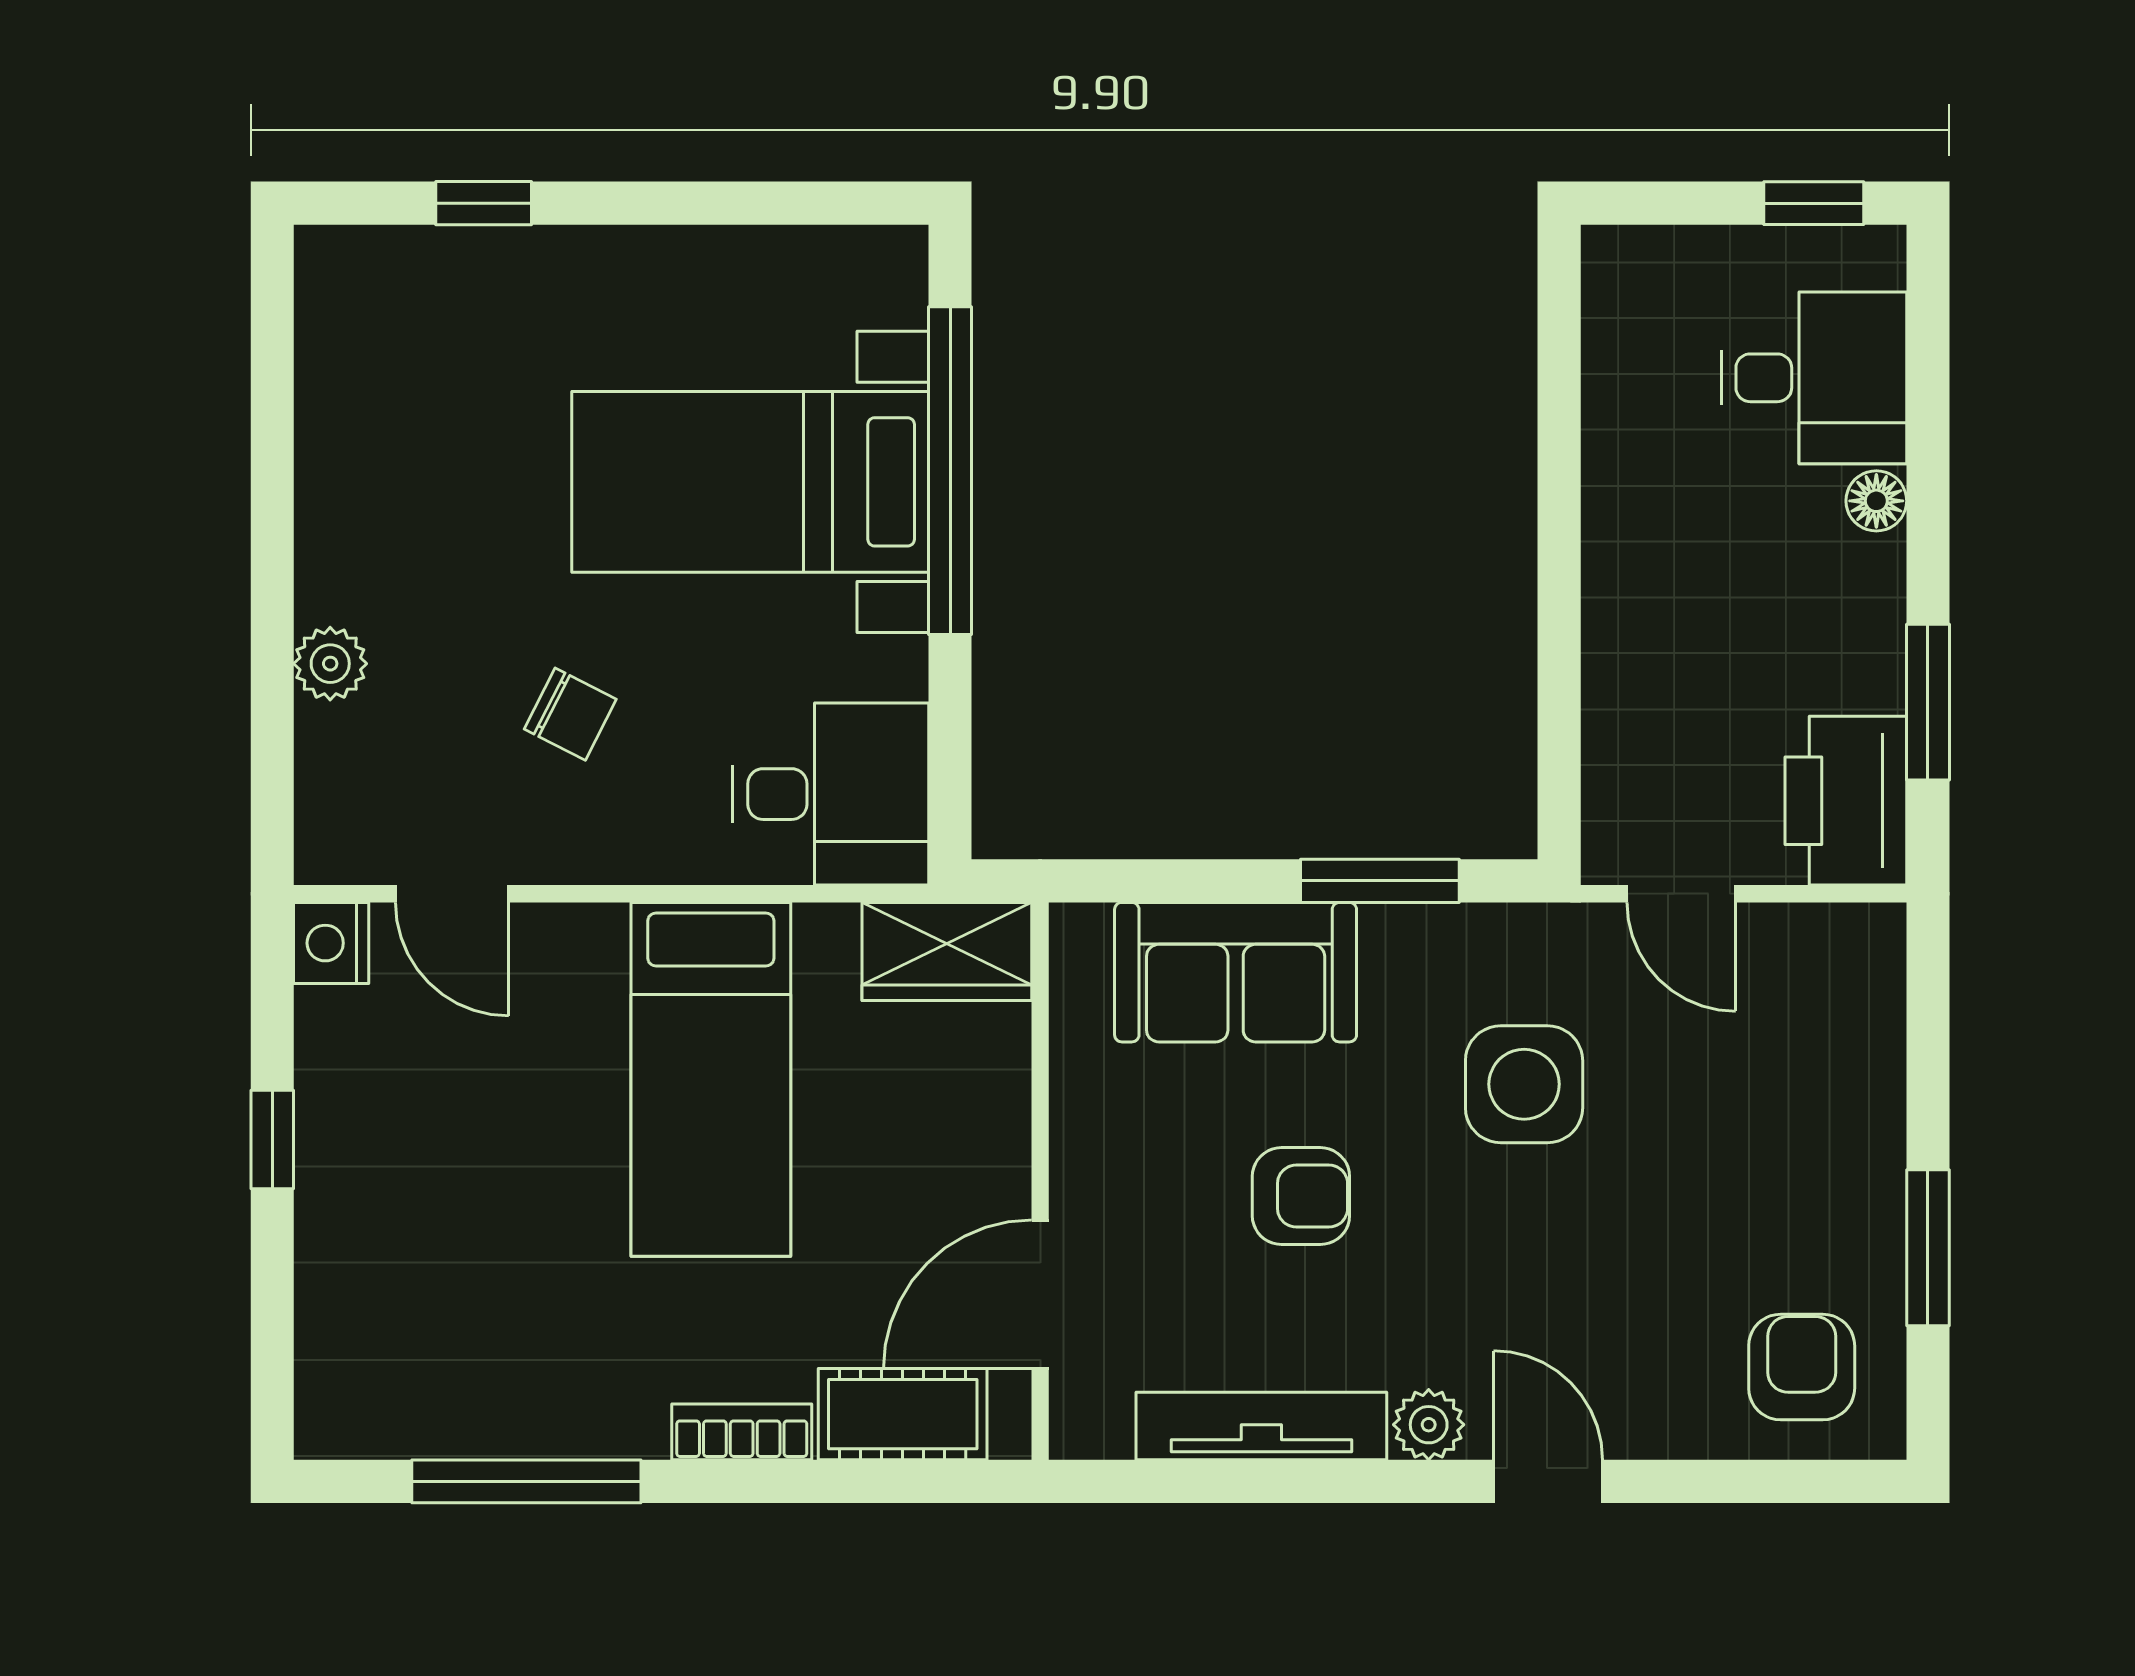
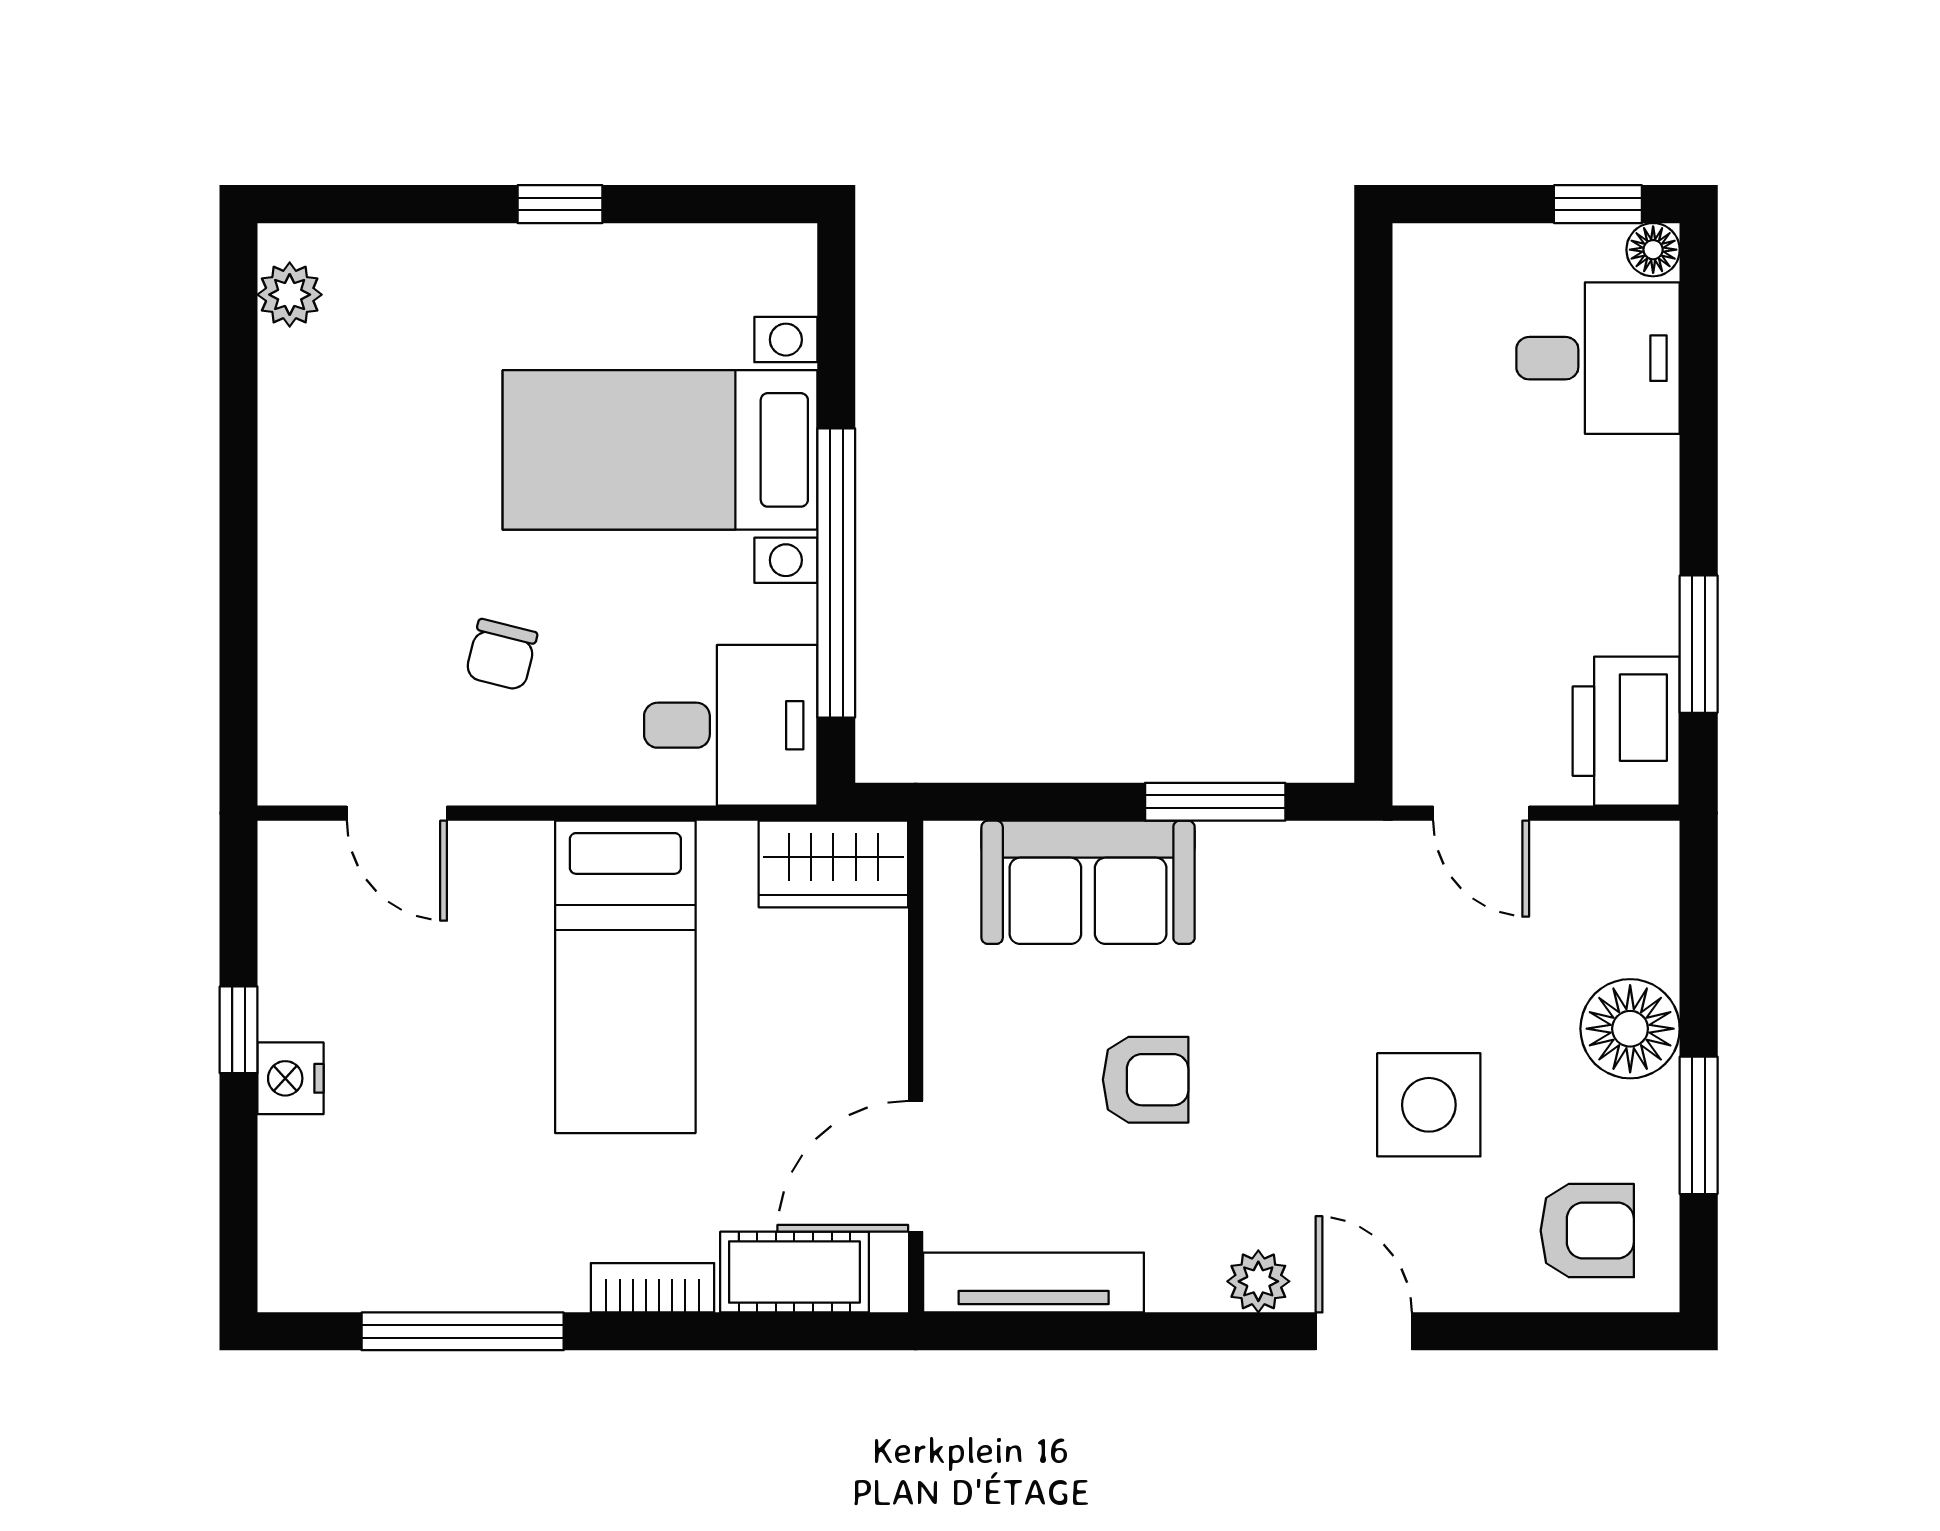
window: (484, 203) -> (560, 204), moved
window: (950, 471) -> (836, 573), moved
floor lamp: (1876, 501) -> (1653, 250), moved
plant: (330, 664) -> (290, 295), moved
chair: (570, 714) -> (501, 655), turned 77
nightstand: (331, 943) -> (290, 1078), moved
side table: (1524, 1084) -> (1429, 1105), moved
floor lamp: (1850, 1138) -> (1630, 1029), added
armchair: (1802, 1367) -> (1587, 1231), turned 90
tv unit: (1261, 1426) -> (1034, 1283), moved

